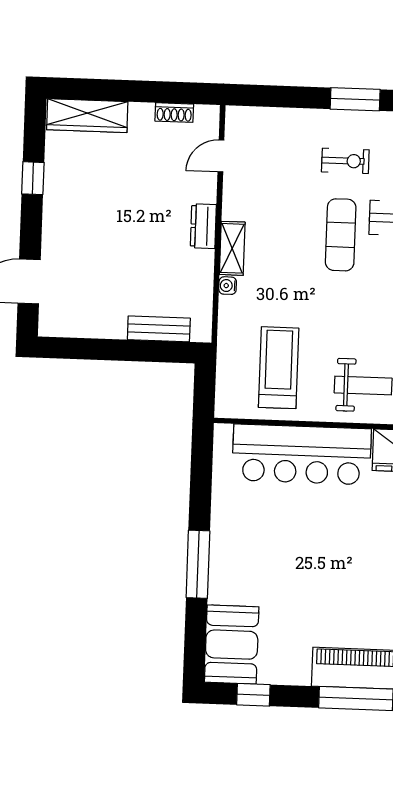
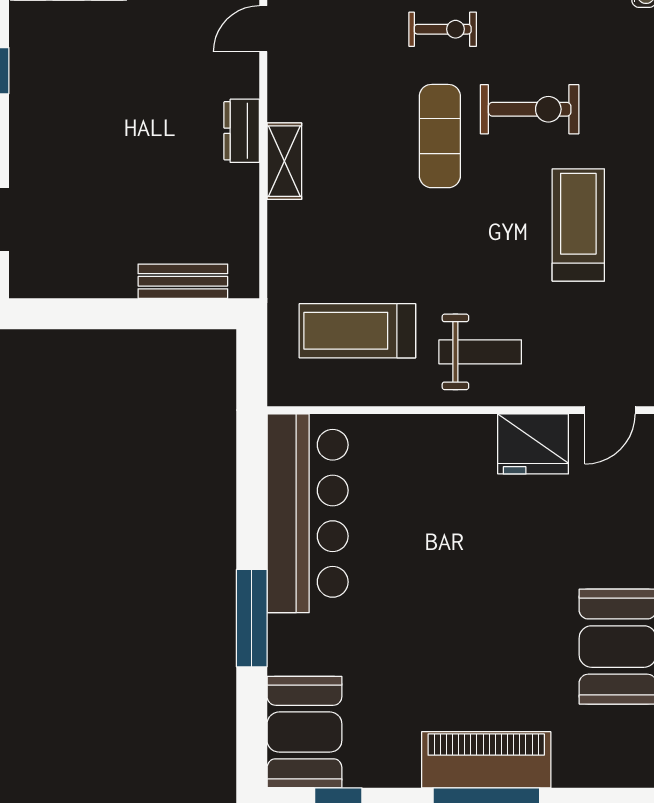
water cooler: (228, 286) -> (280, 215), removed
treadmill: (279, 368) -> (357, 331), turned -90
bar counter: (302, 454) -> (308, 513), moved, turned -90

